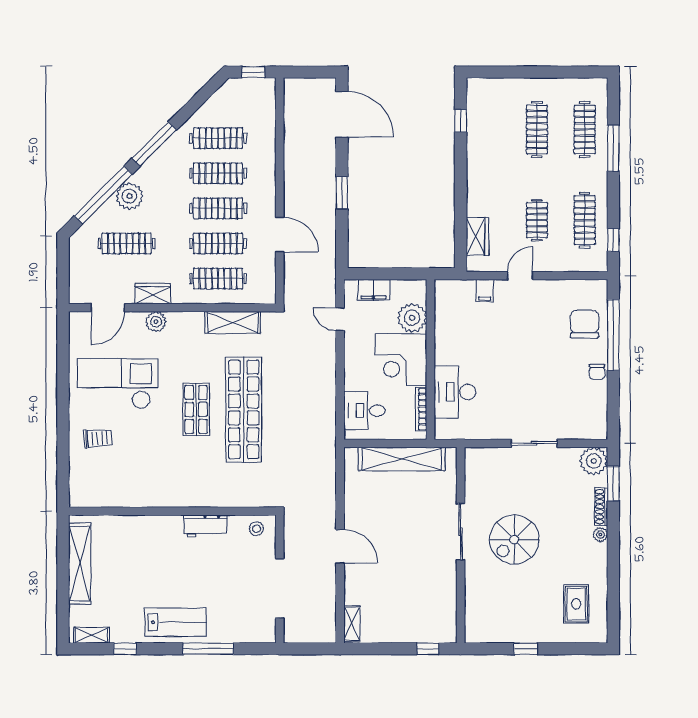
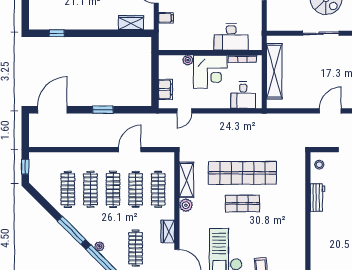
plant: (129, 196) -> (99, 246), width x0.53, depth x0.53
plant: (412, 318) -> (188, 60), width x0.53, depth x0.53
plant: (156, 322) -> (186, 205), moved

